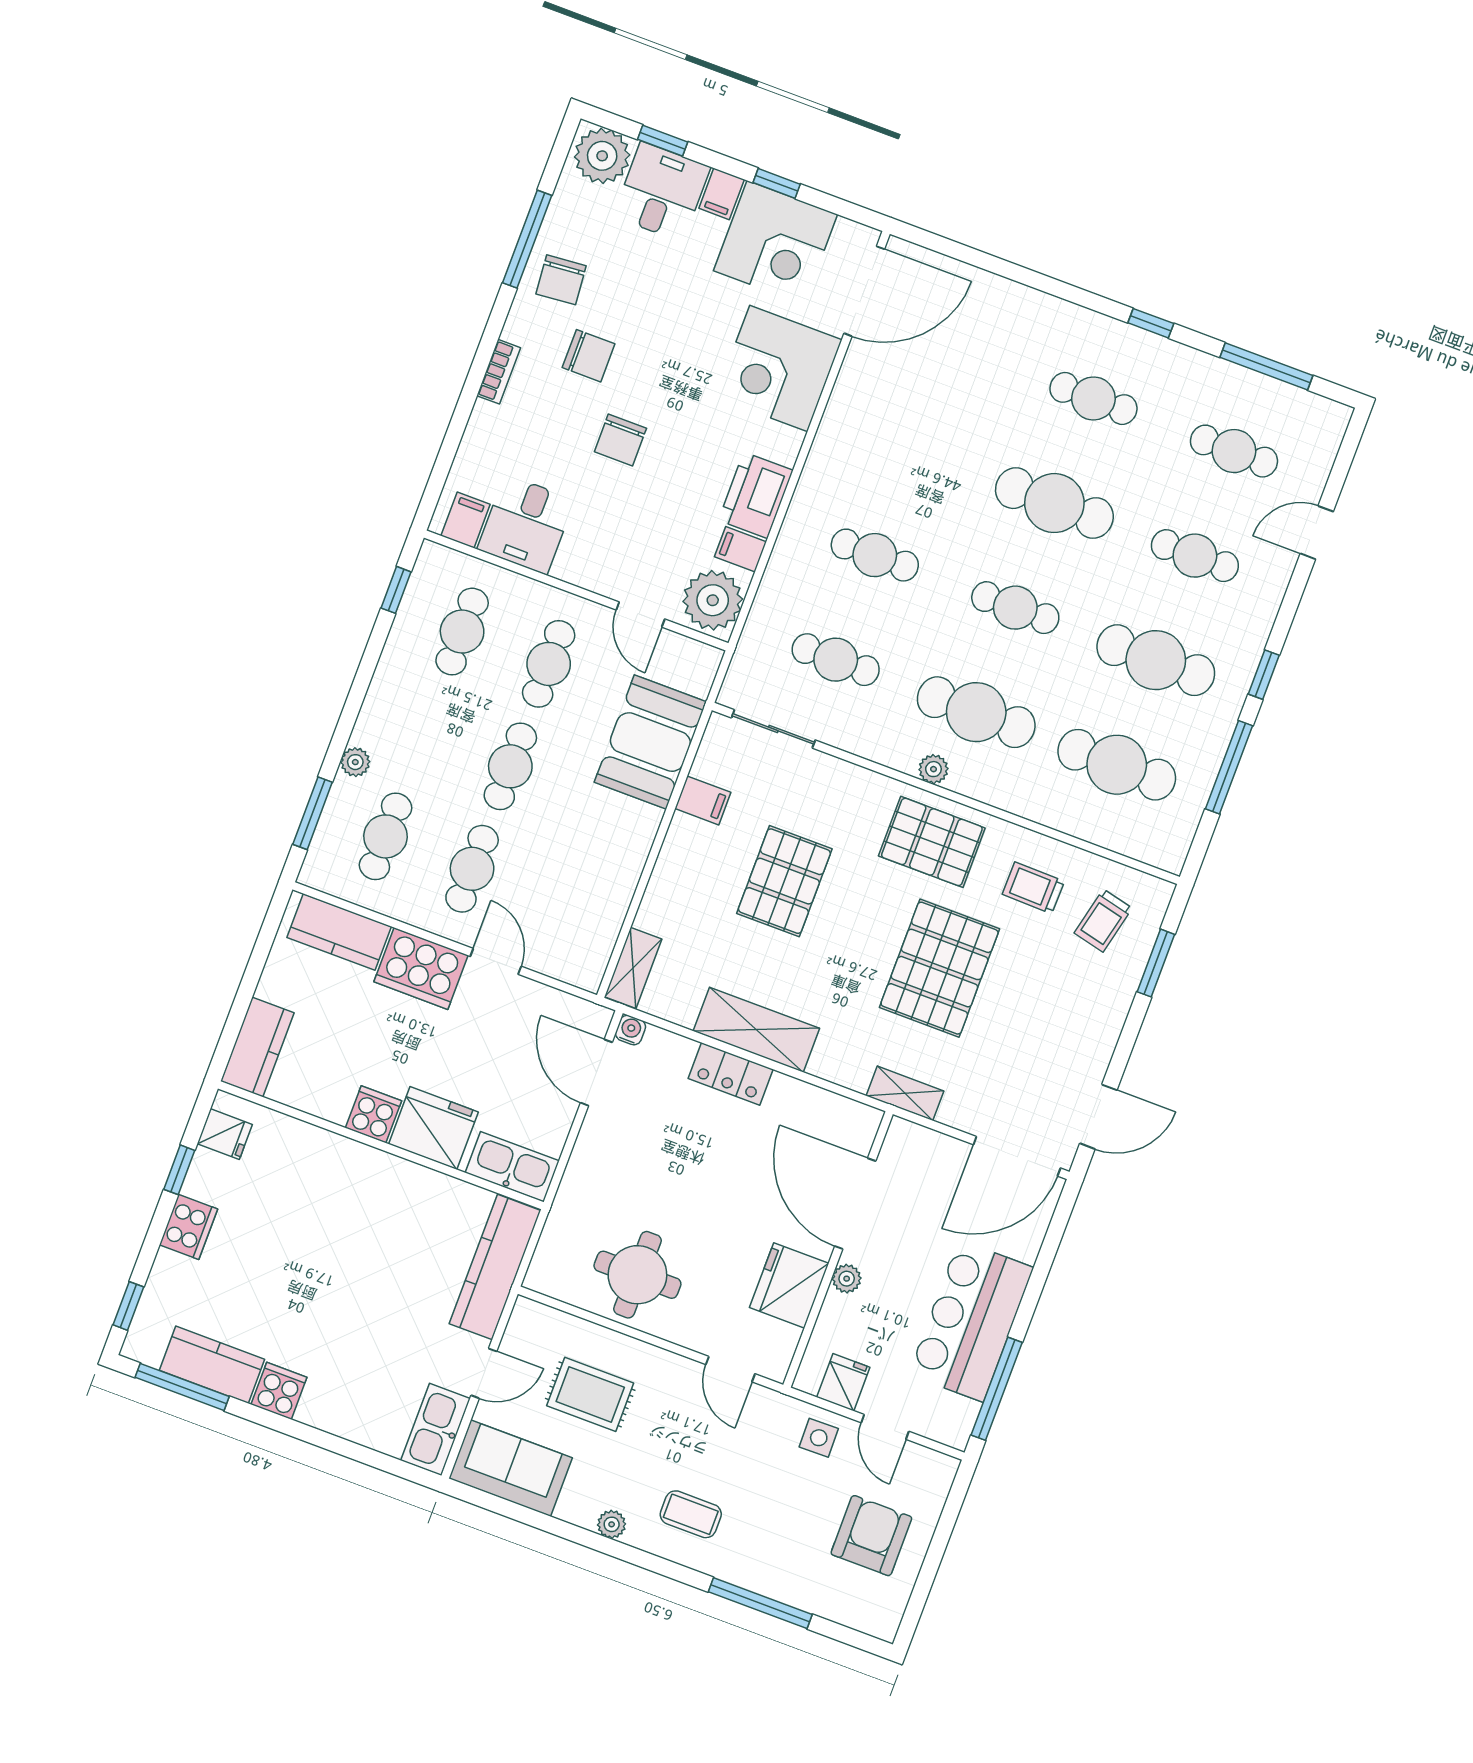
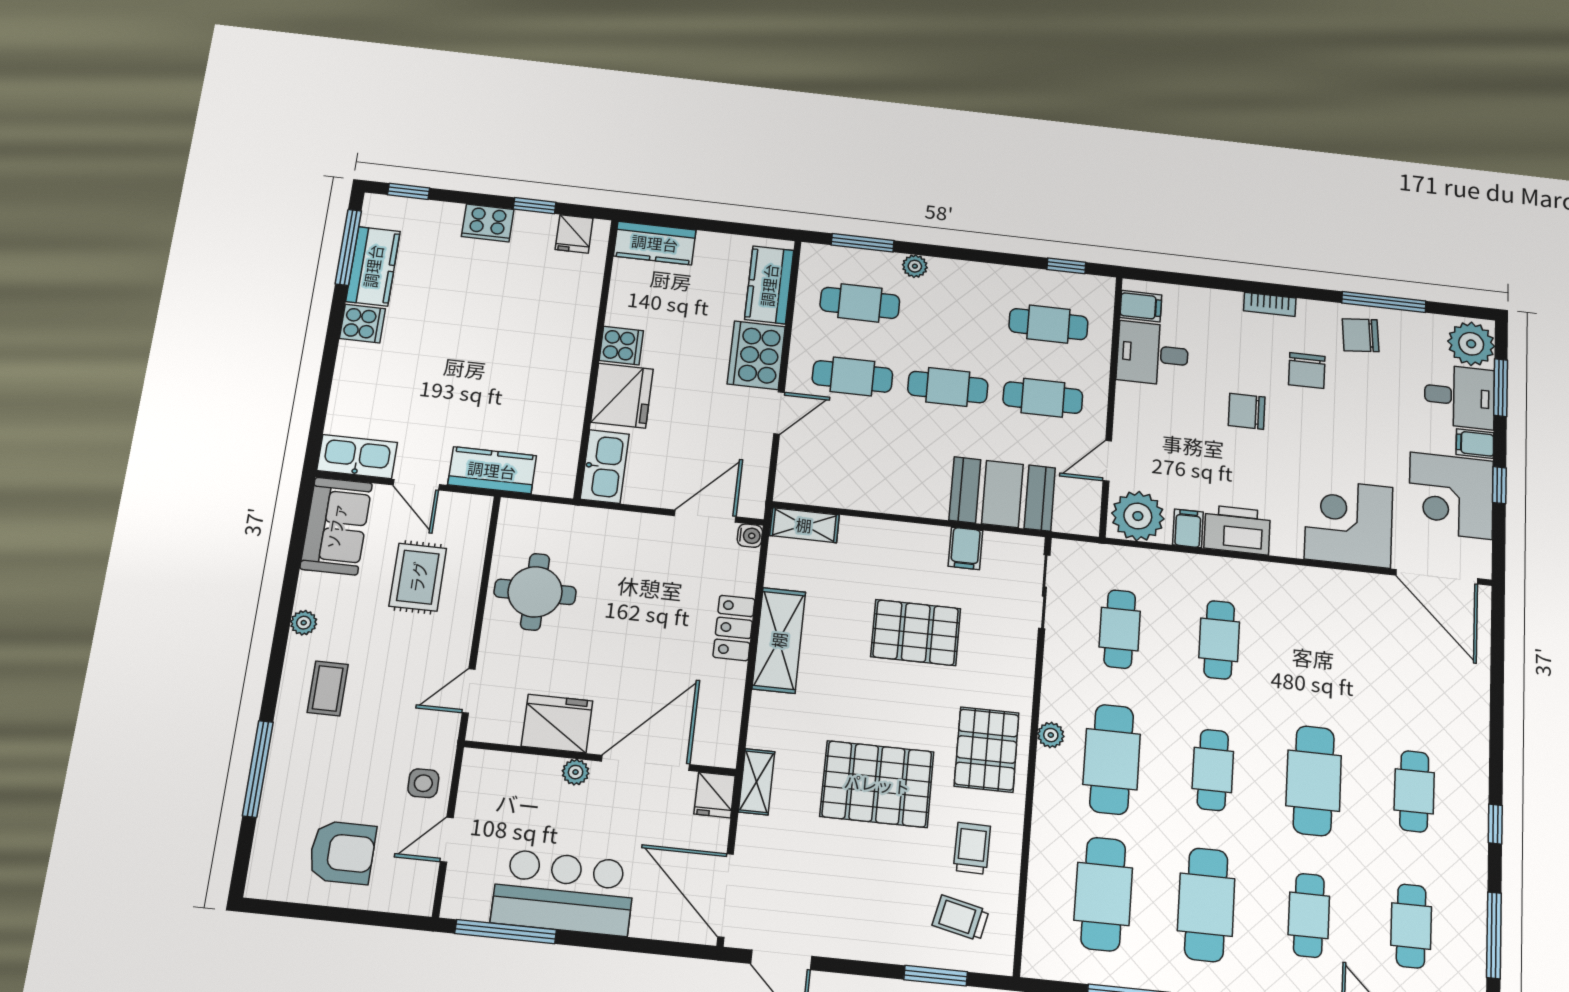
window: (663, 141) -> (1501, 388), width x1.50
kitchen counter: (495, 1267) -> (492, 470), width x0.67
fridge: (843, 1382) -> (715, 795), moved, turned 90

